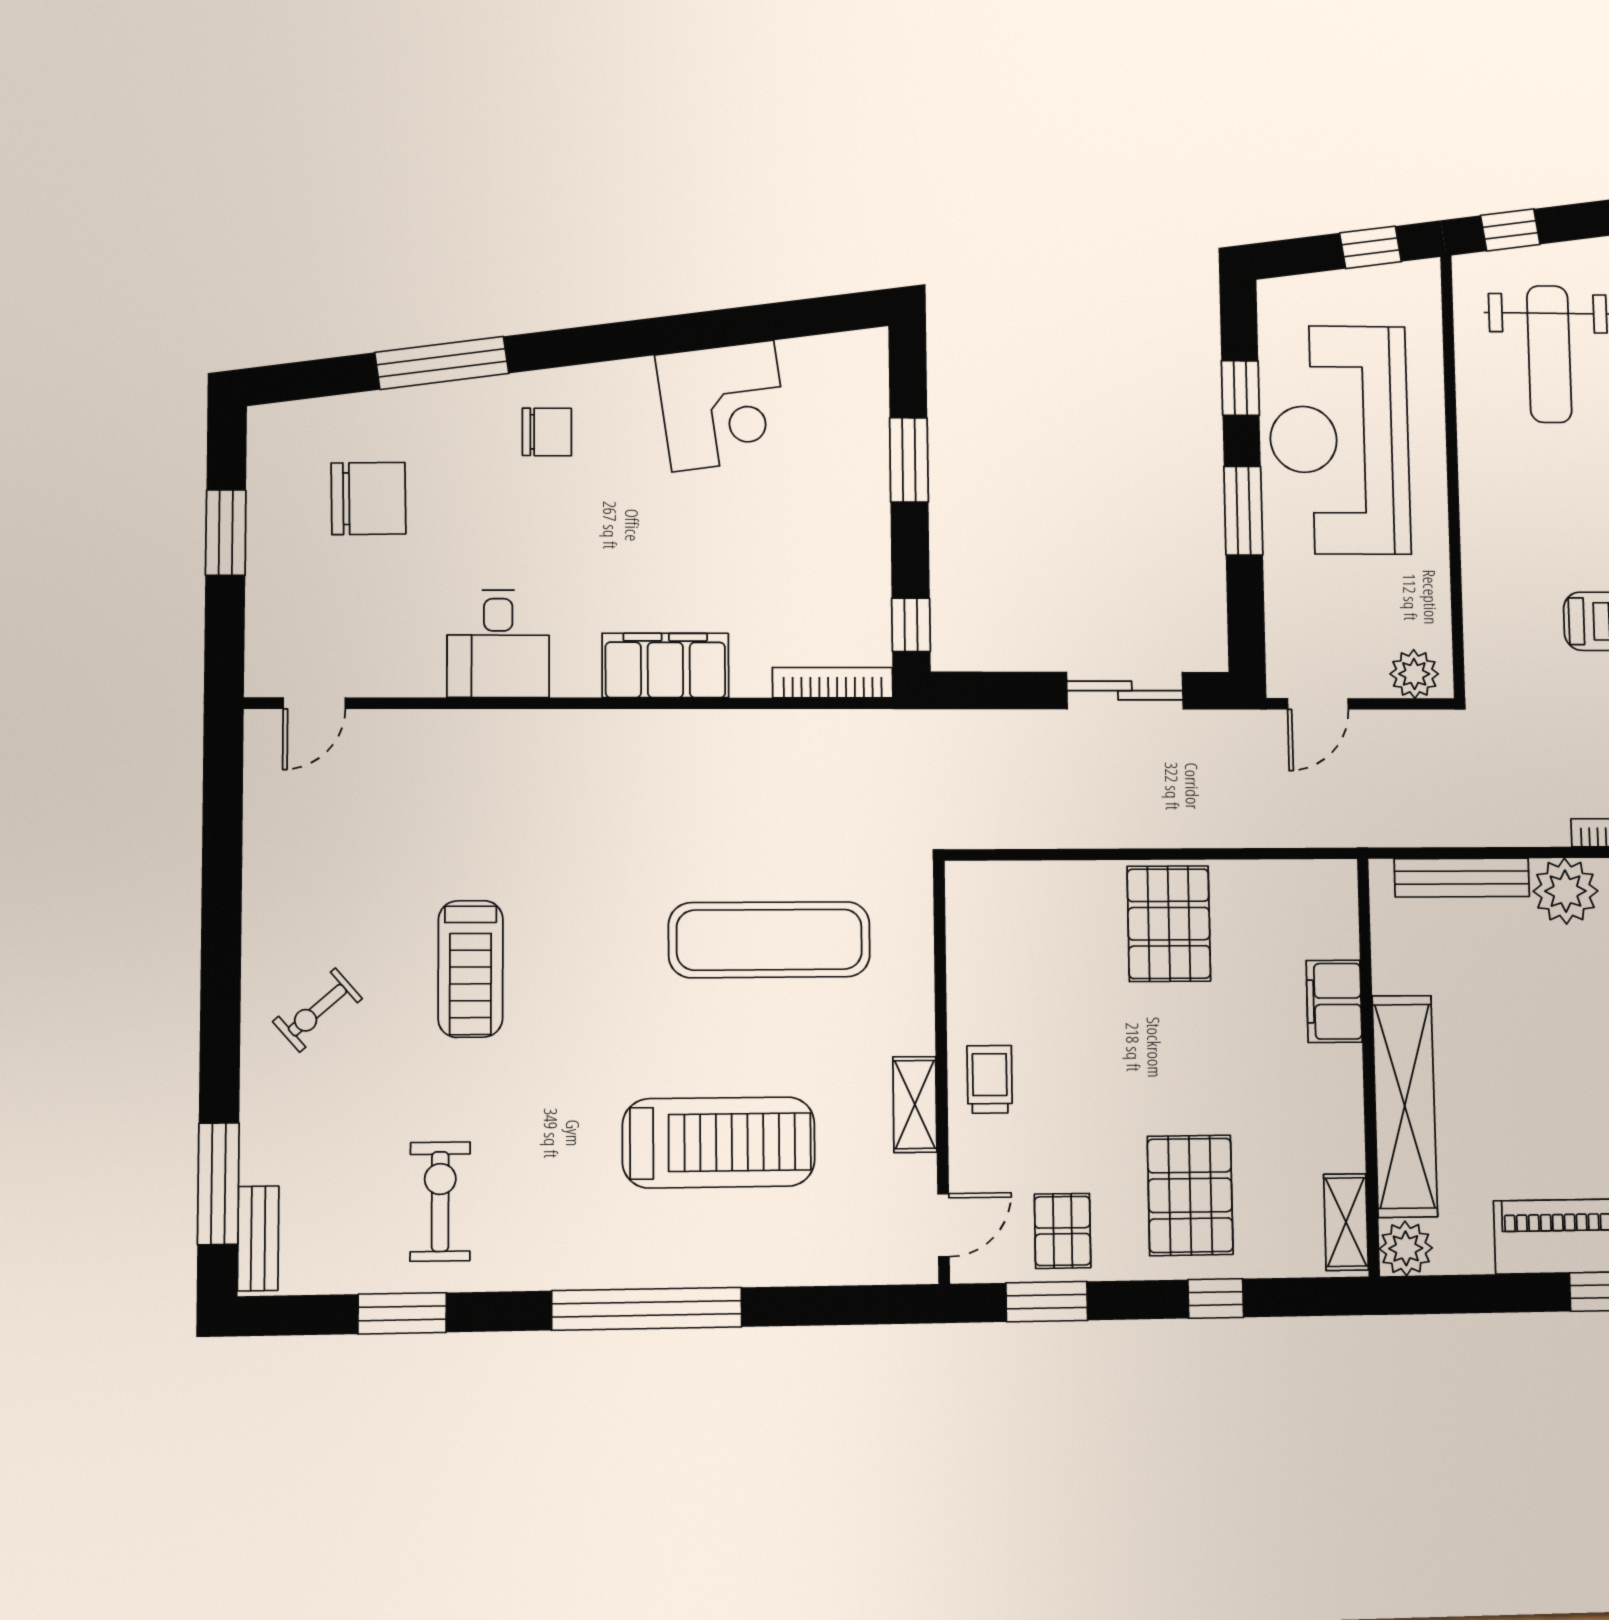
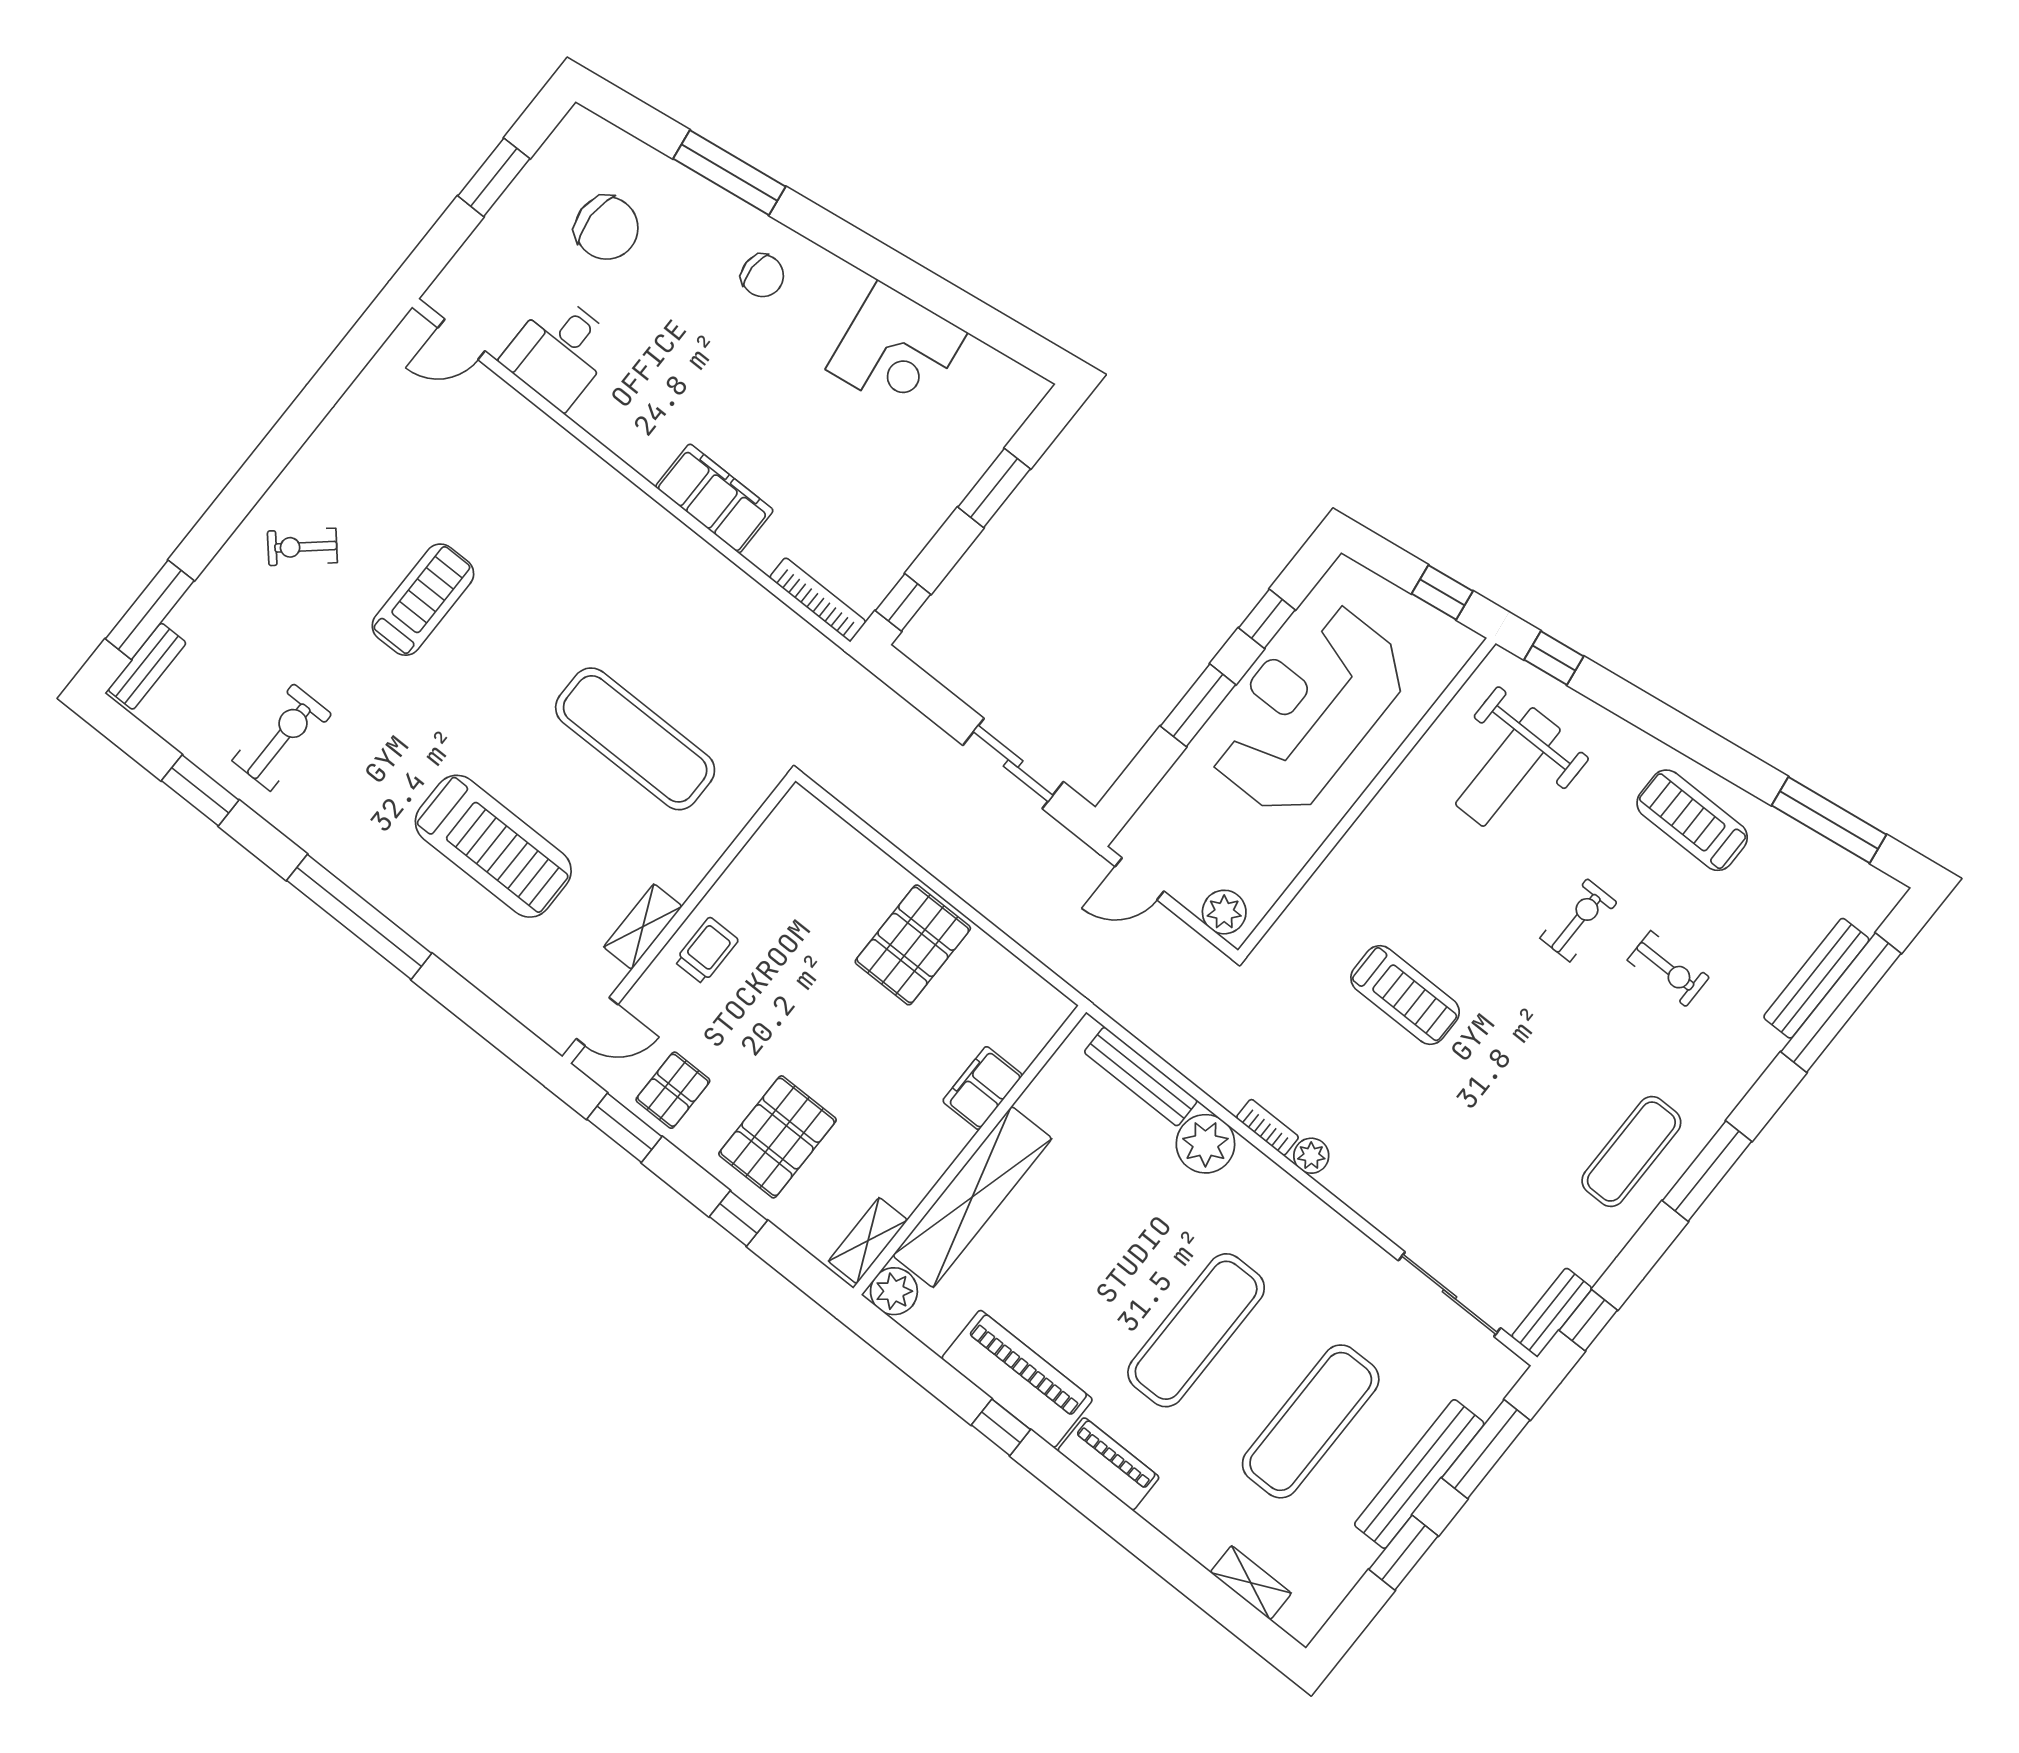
desk: (498, 644) -> (559, 351), moved
treadmill: (470, 969) -> (423, 600), turned 180

